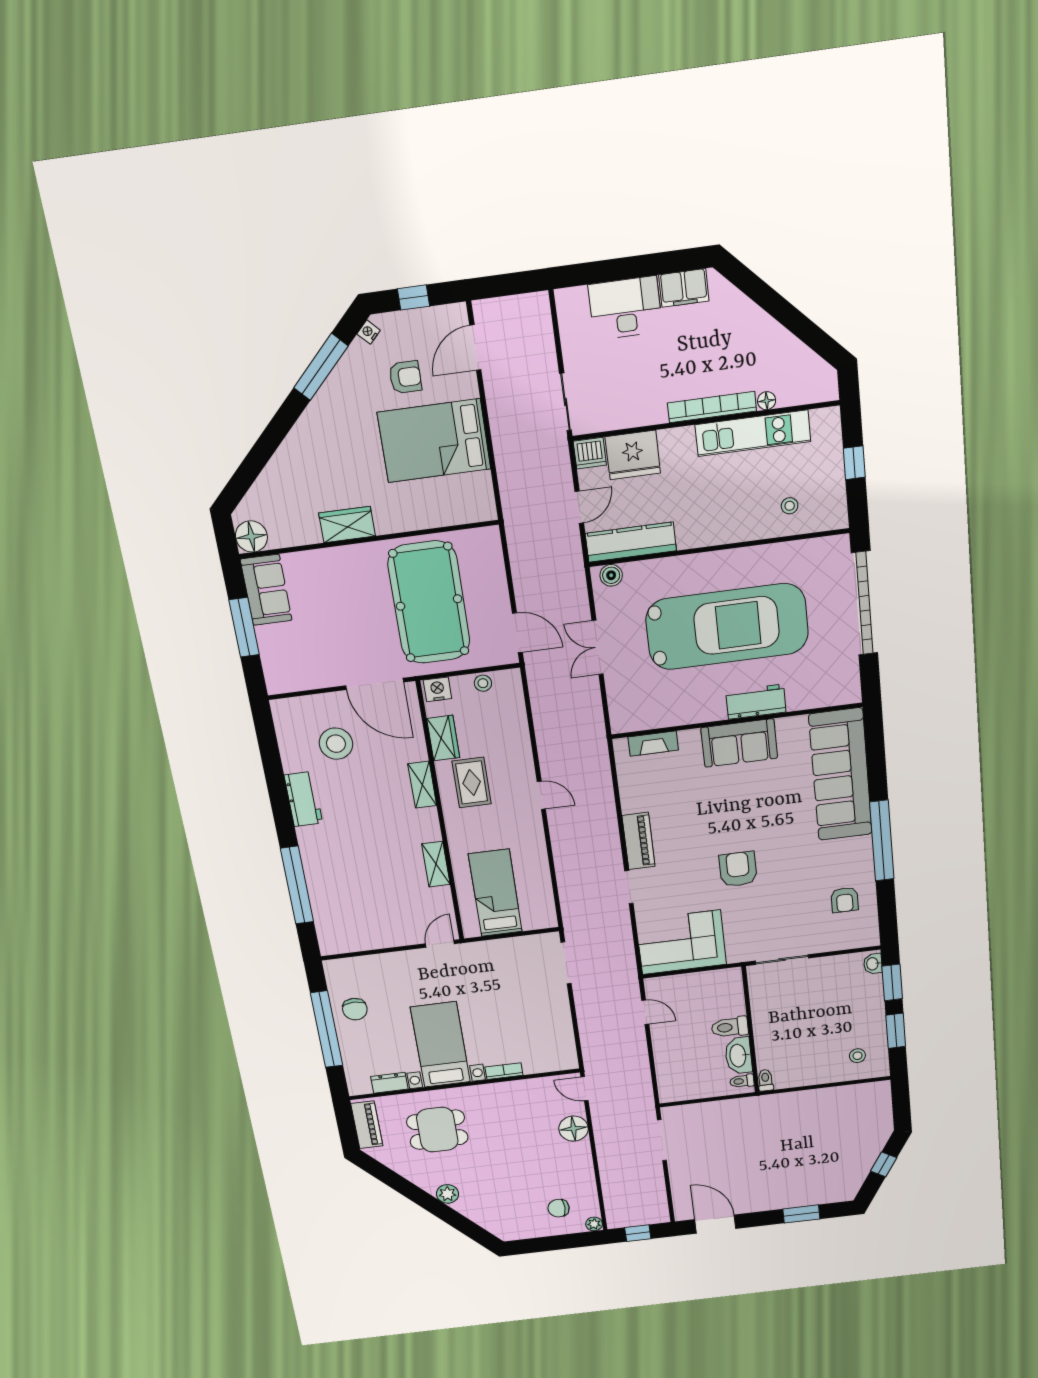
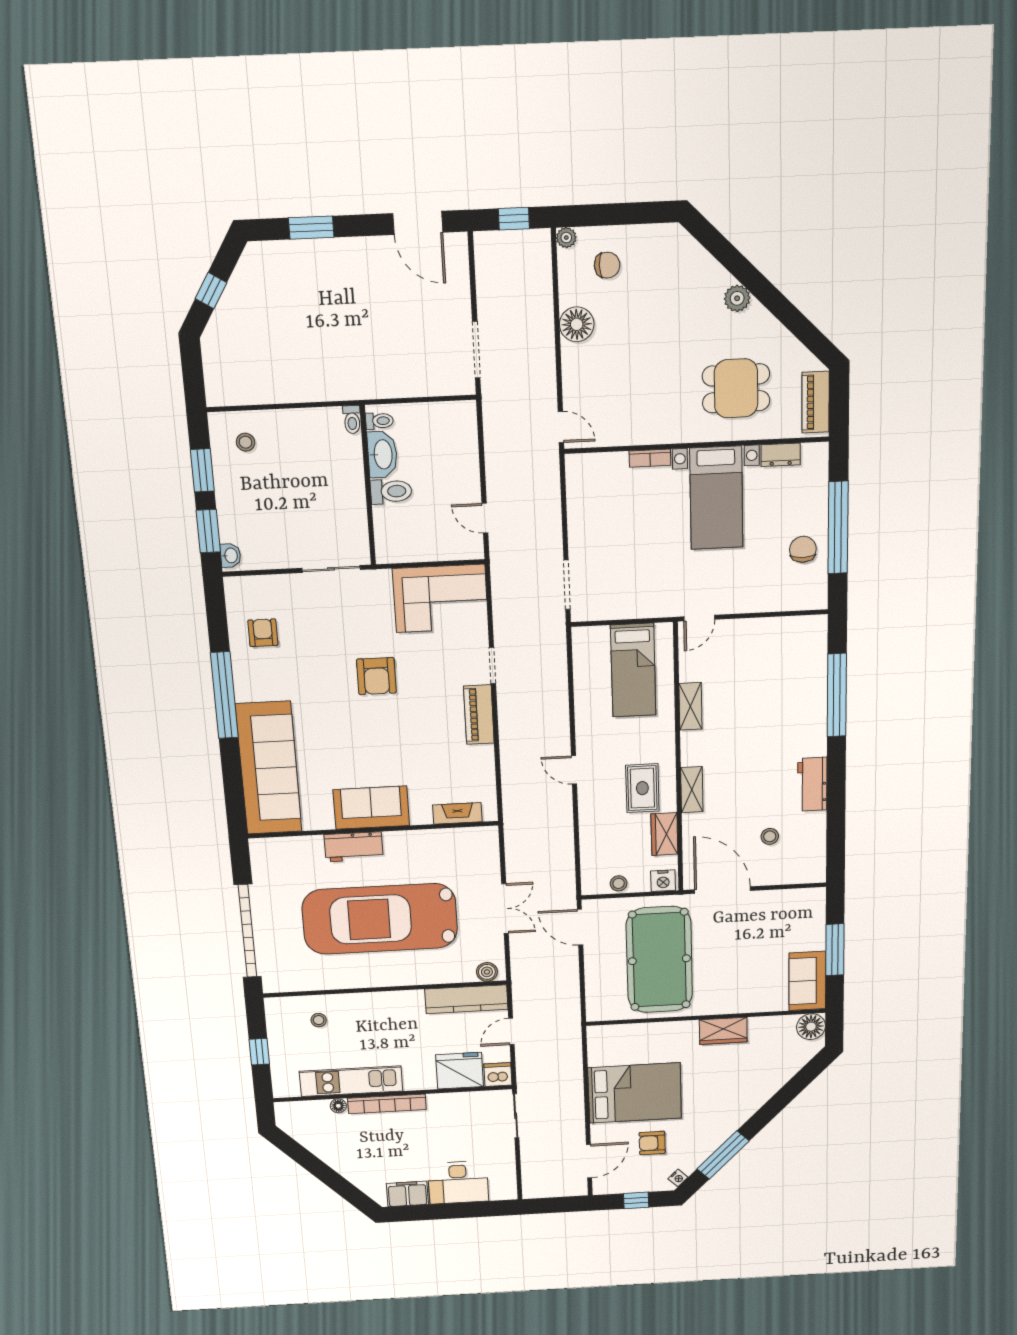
stool: (336, 744) -> (770, 836), width x0.53, depth x0.53
floor lamp: (574, 1129) -> (577, 324), moved

